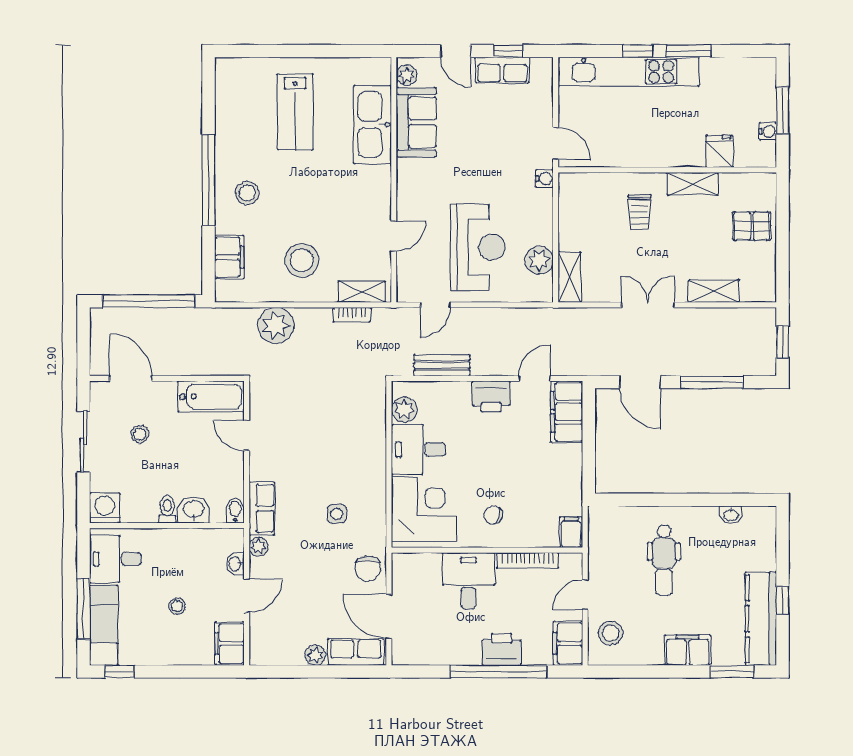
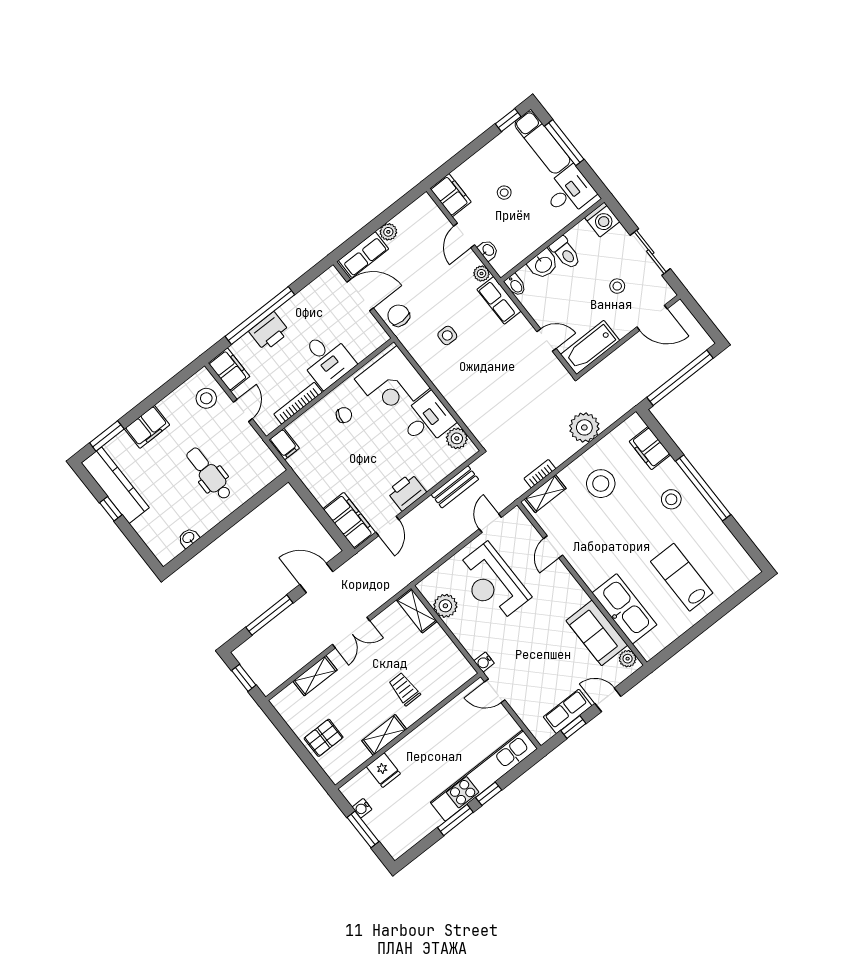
toilet: (167, 509) -> (565, 253), width x1.37, depth x1.39

